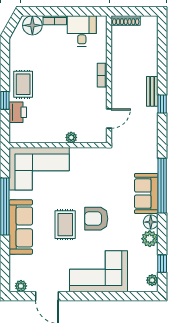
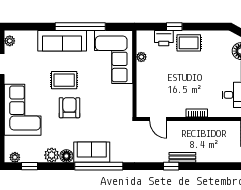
plant: (71, 137) -> (141, 57), moved

